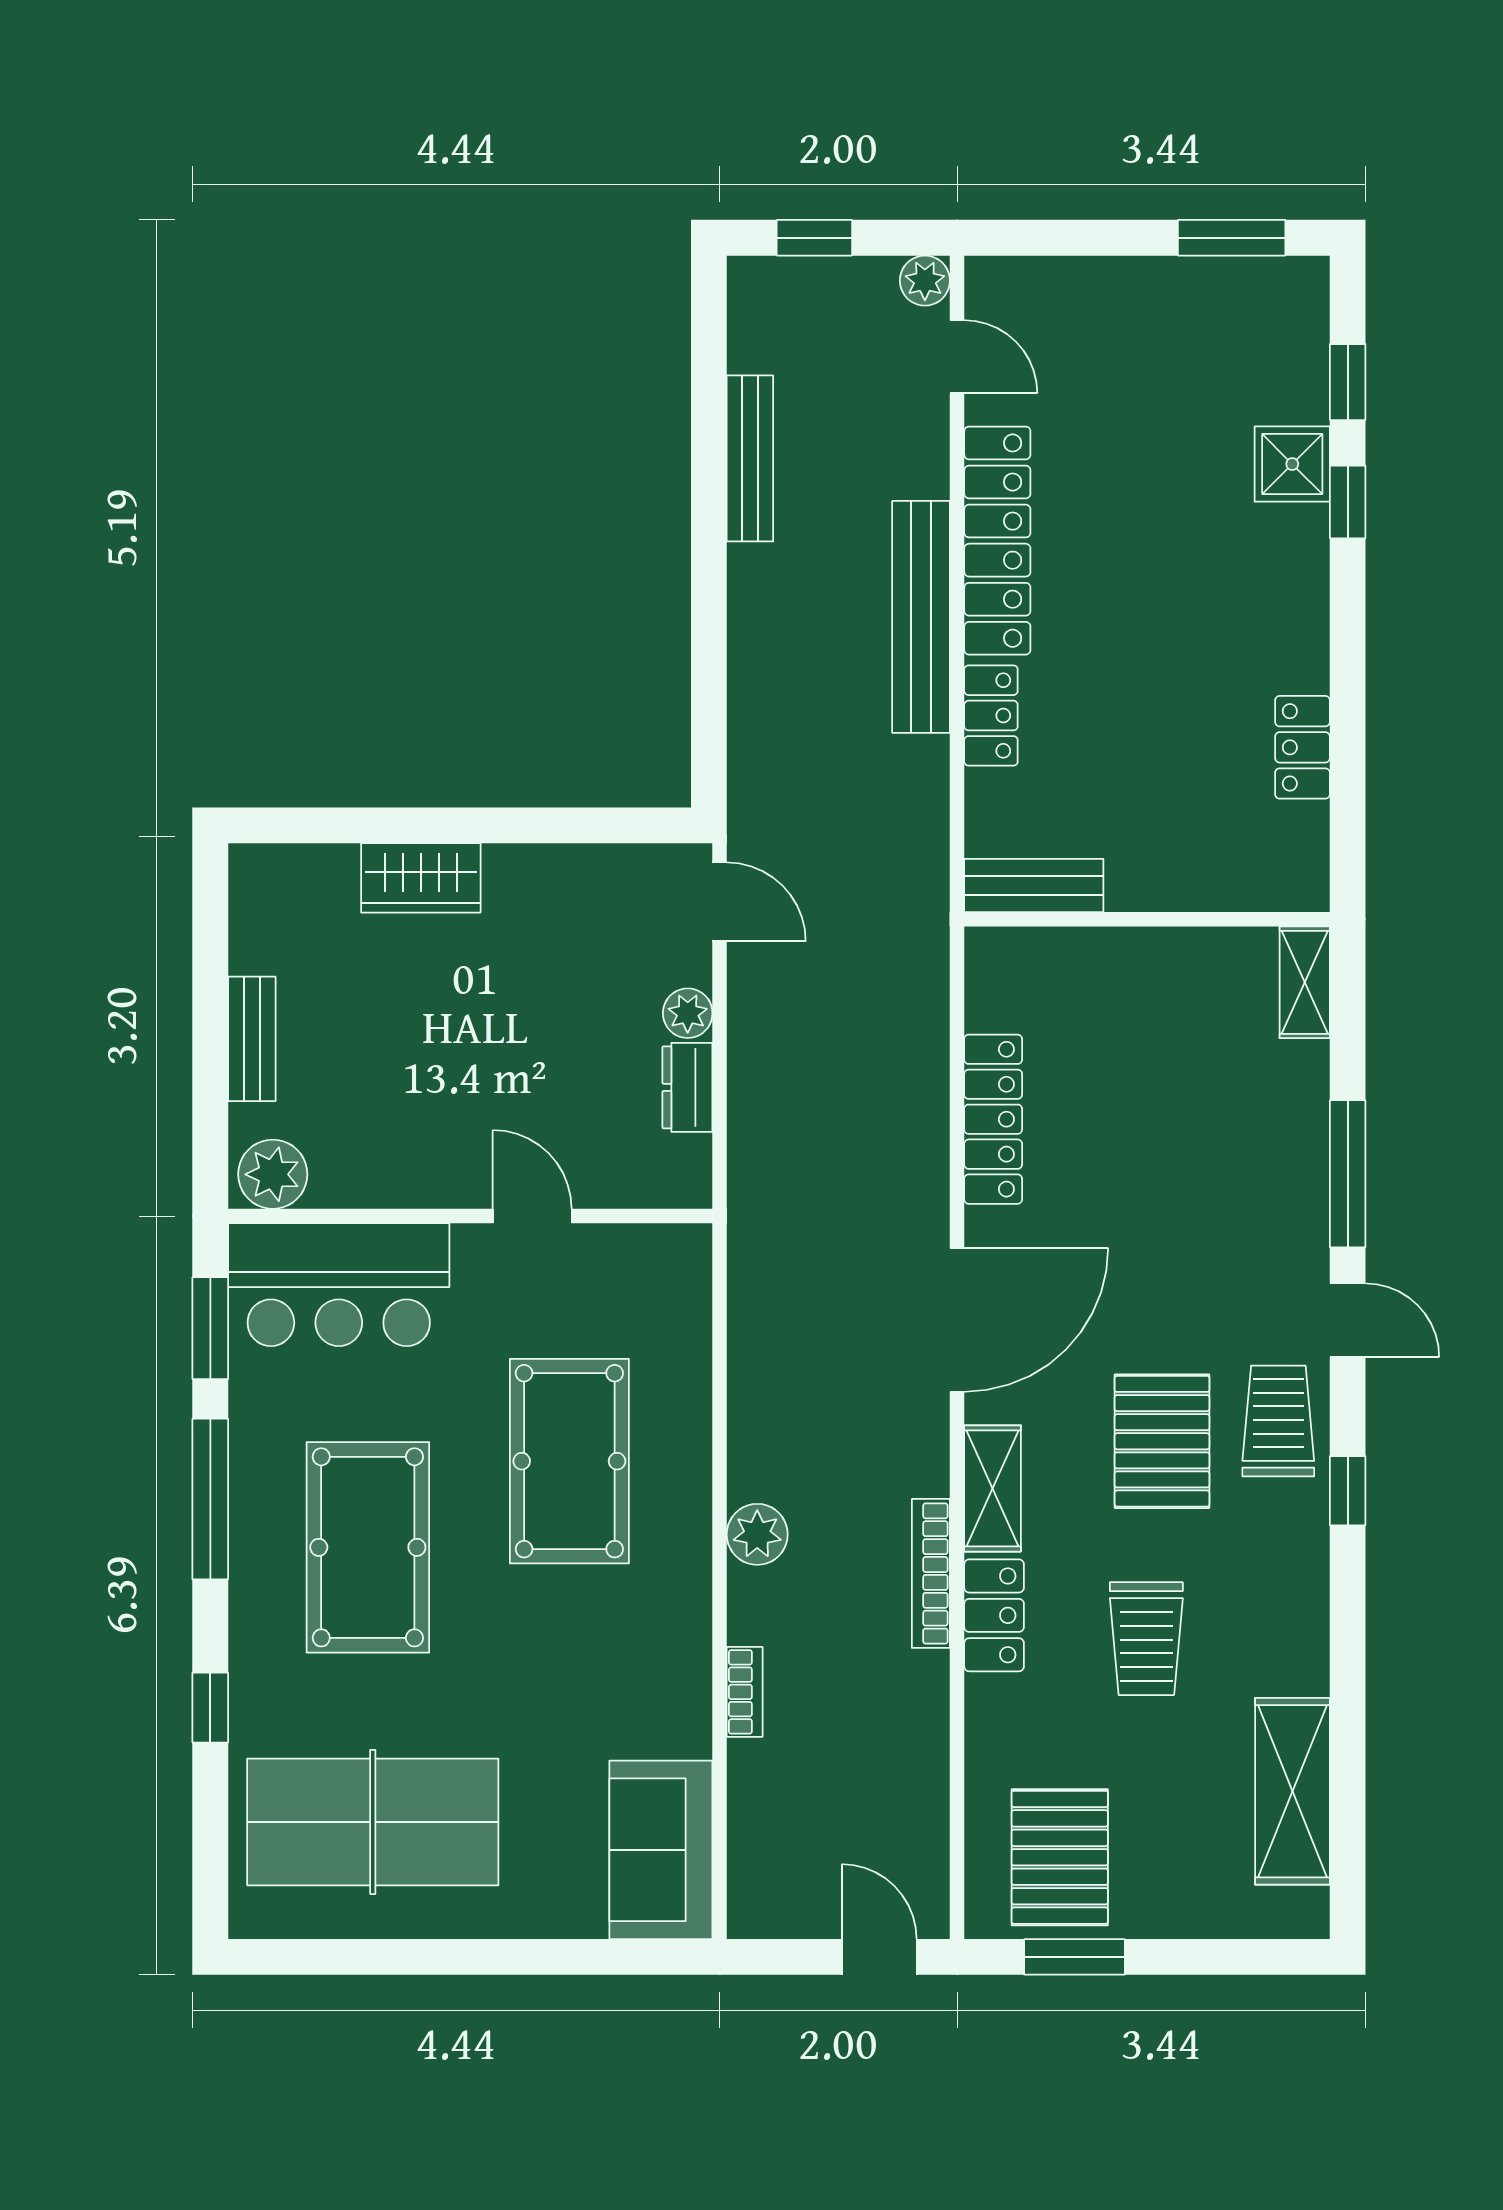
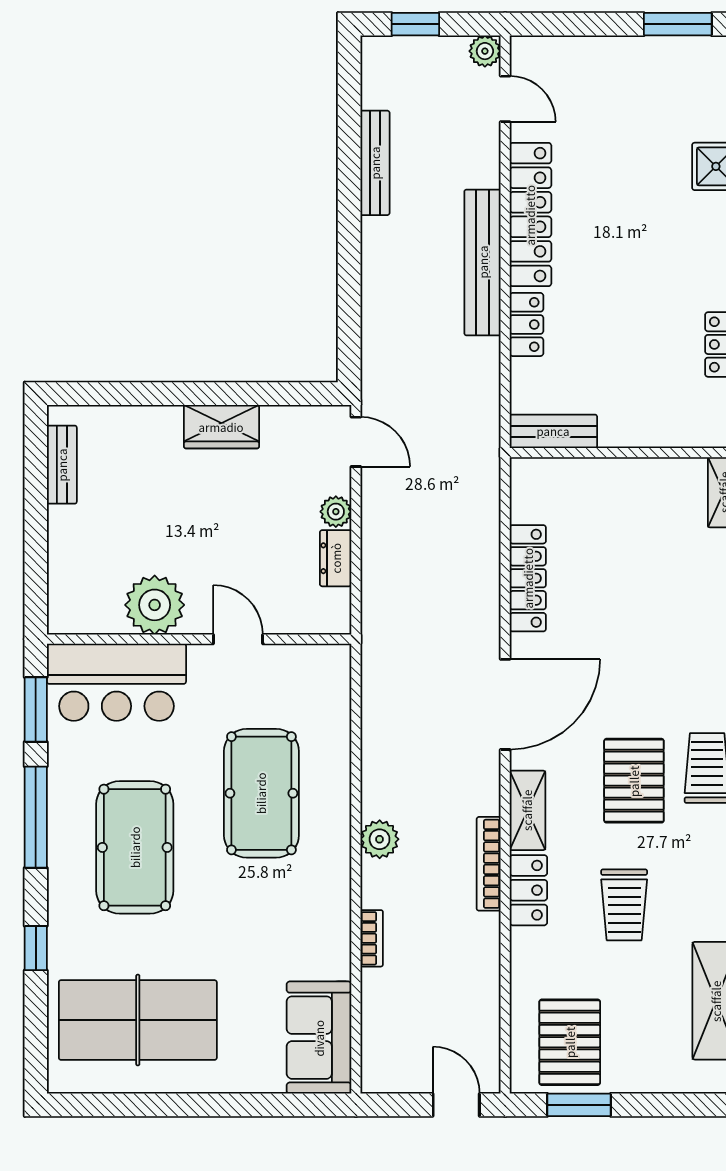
wardrobe: (421, 878) -> (221, 427), moved
bench: (252, 1039) -> (62, 465), moved
plant: (273, 1174) -> (155, 605), moved, width x1.36, depth x1.36

